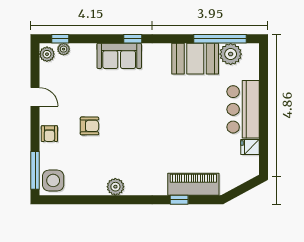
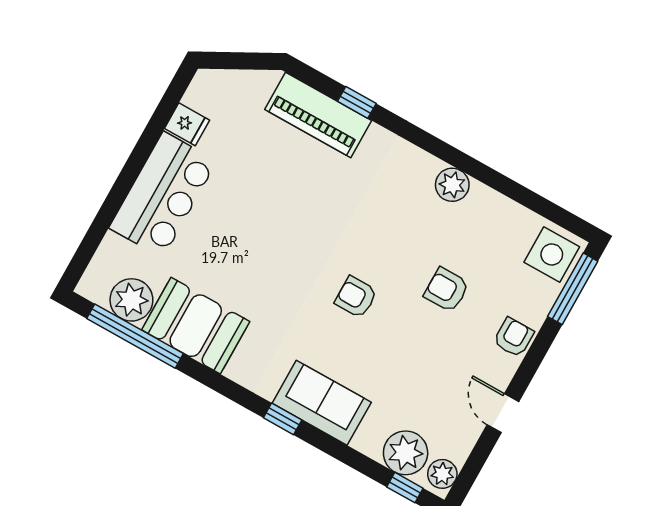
plant: (64, 49) -> (406, 453), width x1.88, depth x1.88
armchair: (130, 112) -> (356, 297), added
armchair: (89, 126) -> (447, 290), moved

